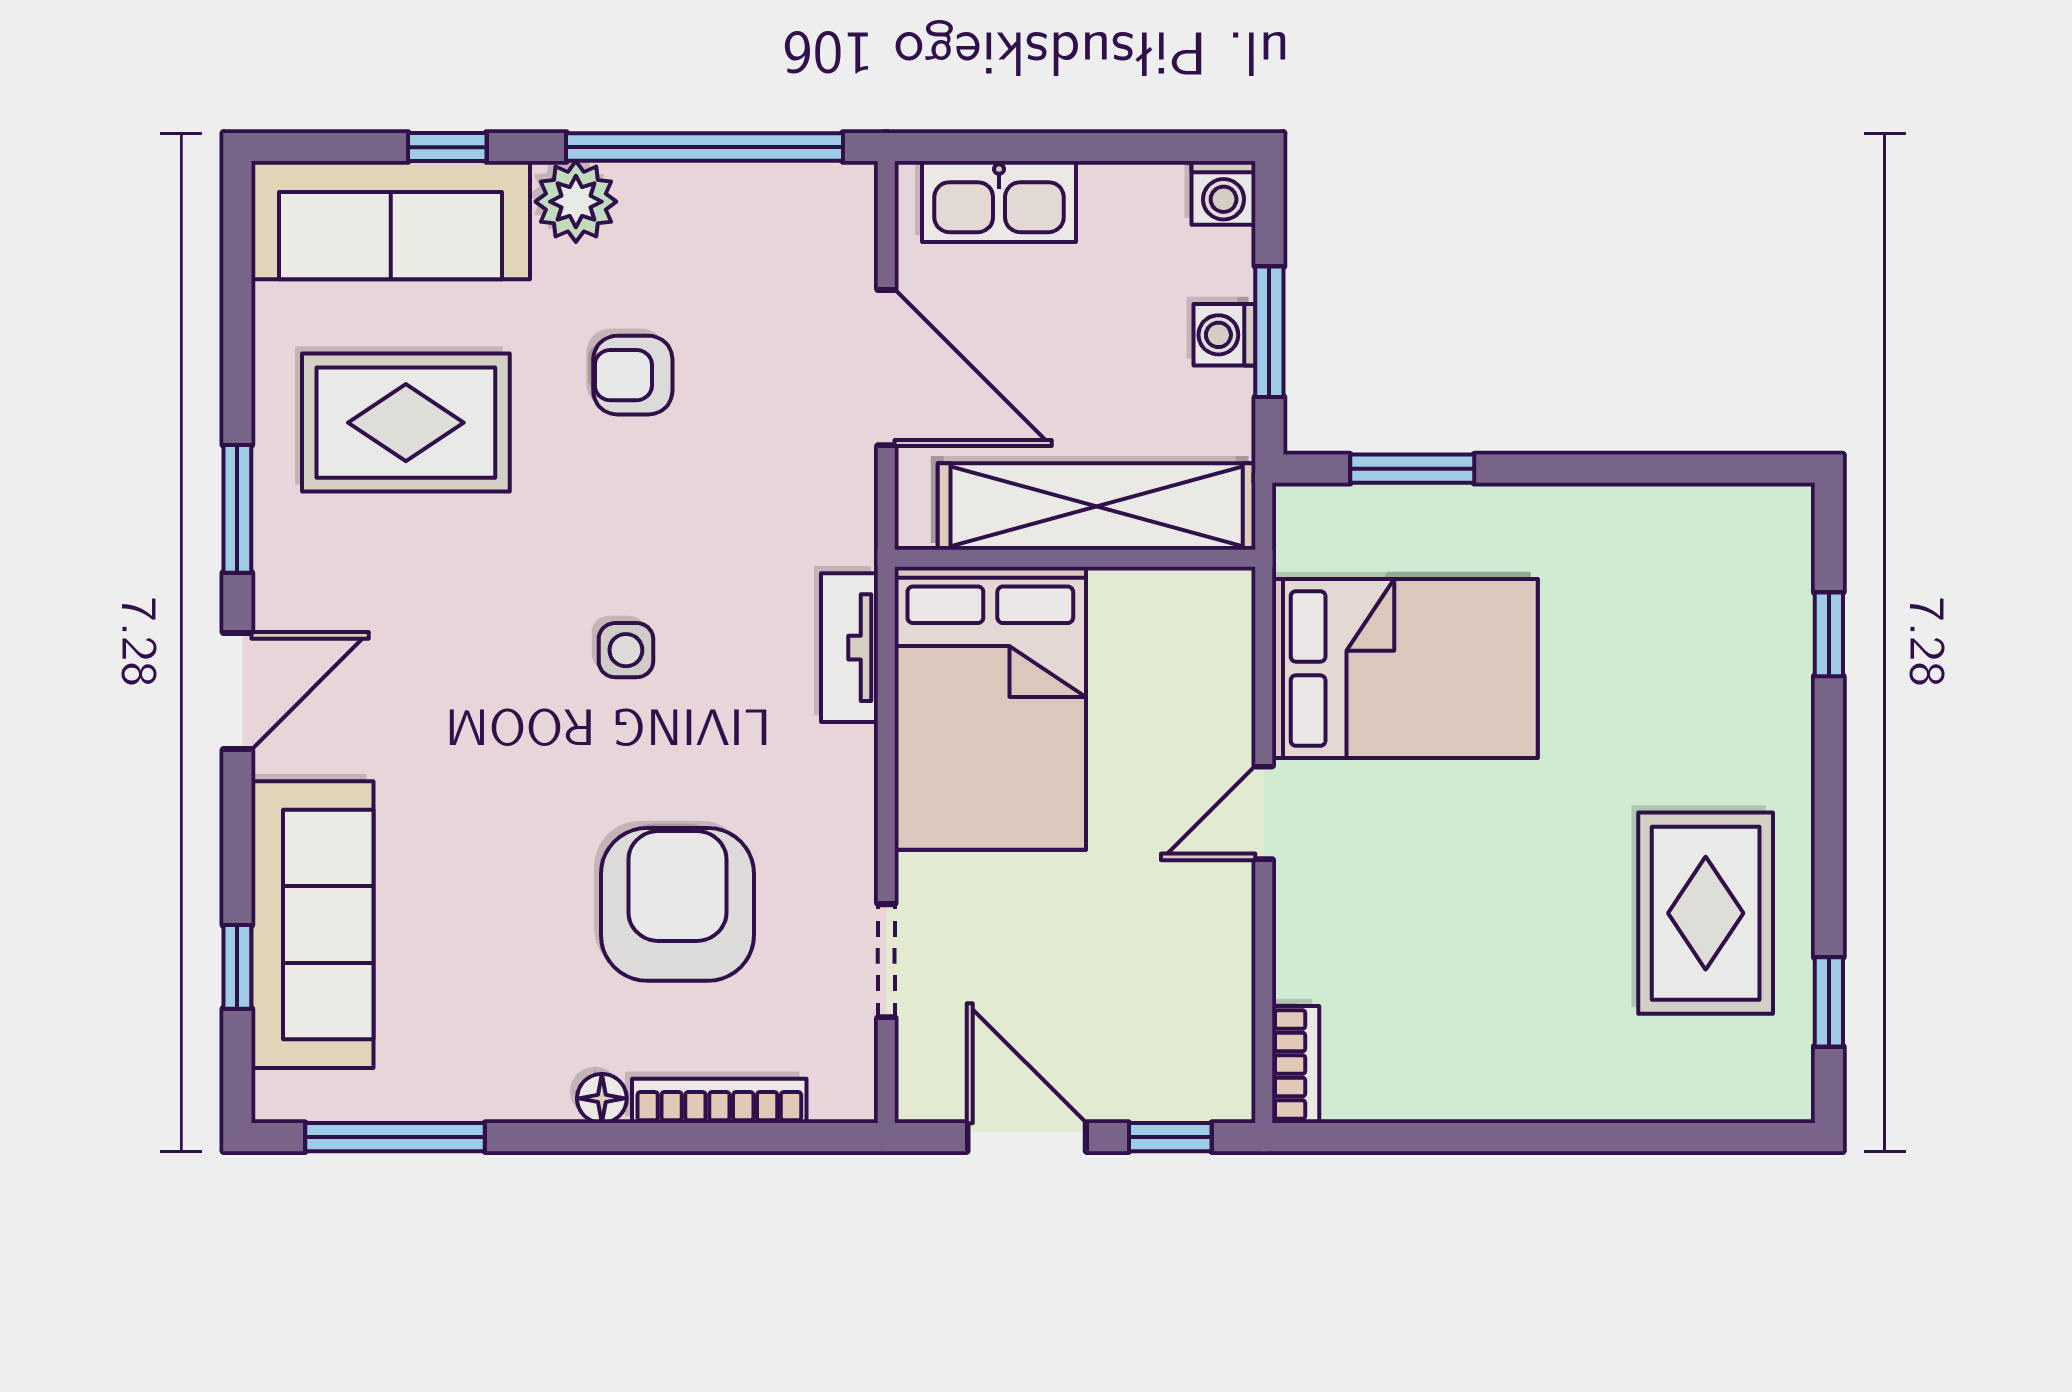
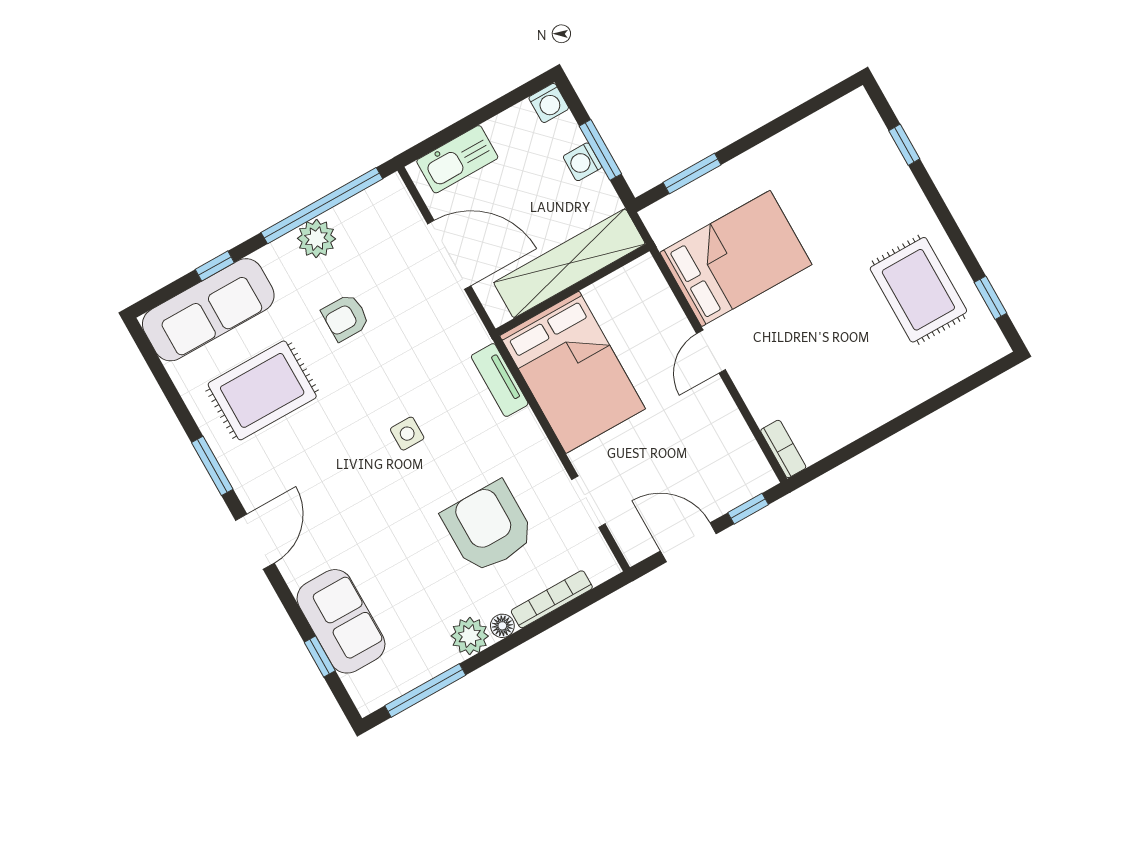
plant: (576, 202) -> (316, 239), moved
sofa: (312, 925) -> (341, 621), width x0.73
plant: (532, 1084) -> (470, 636), added

